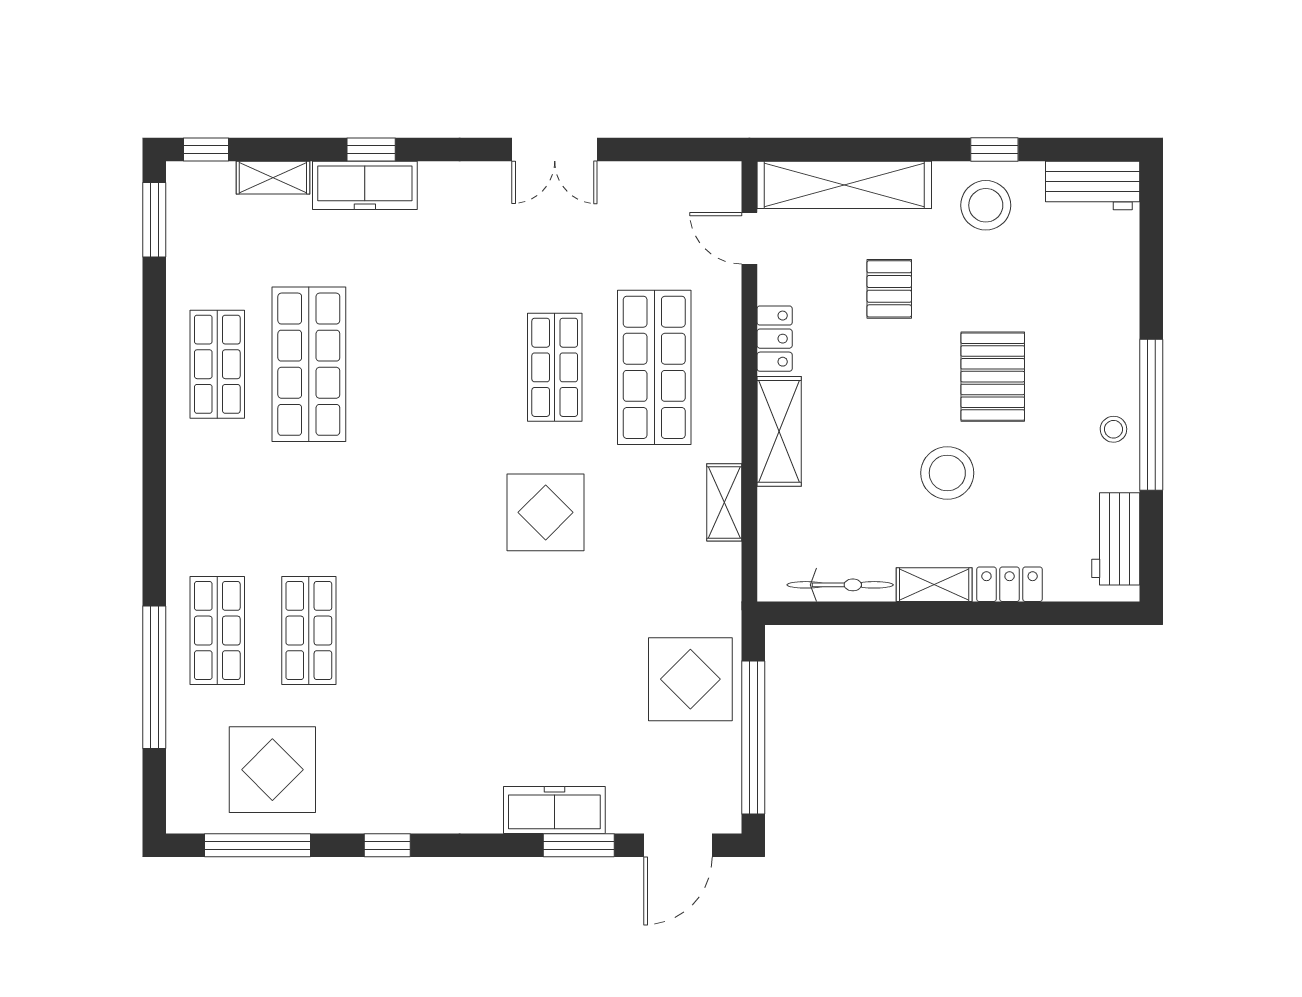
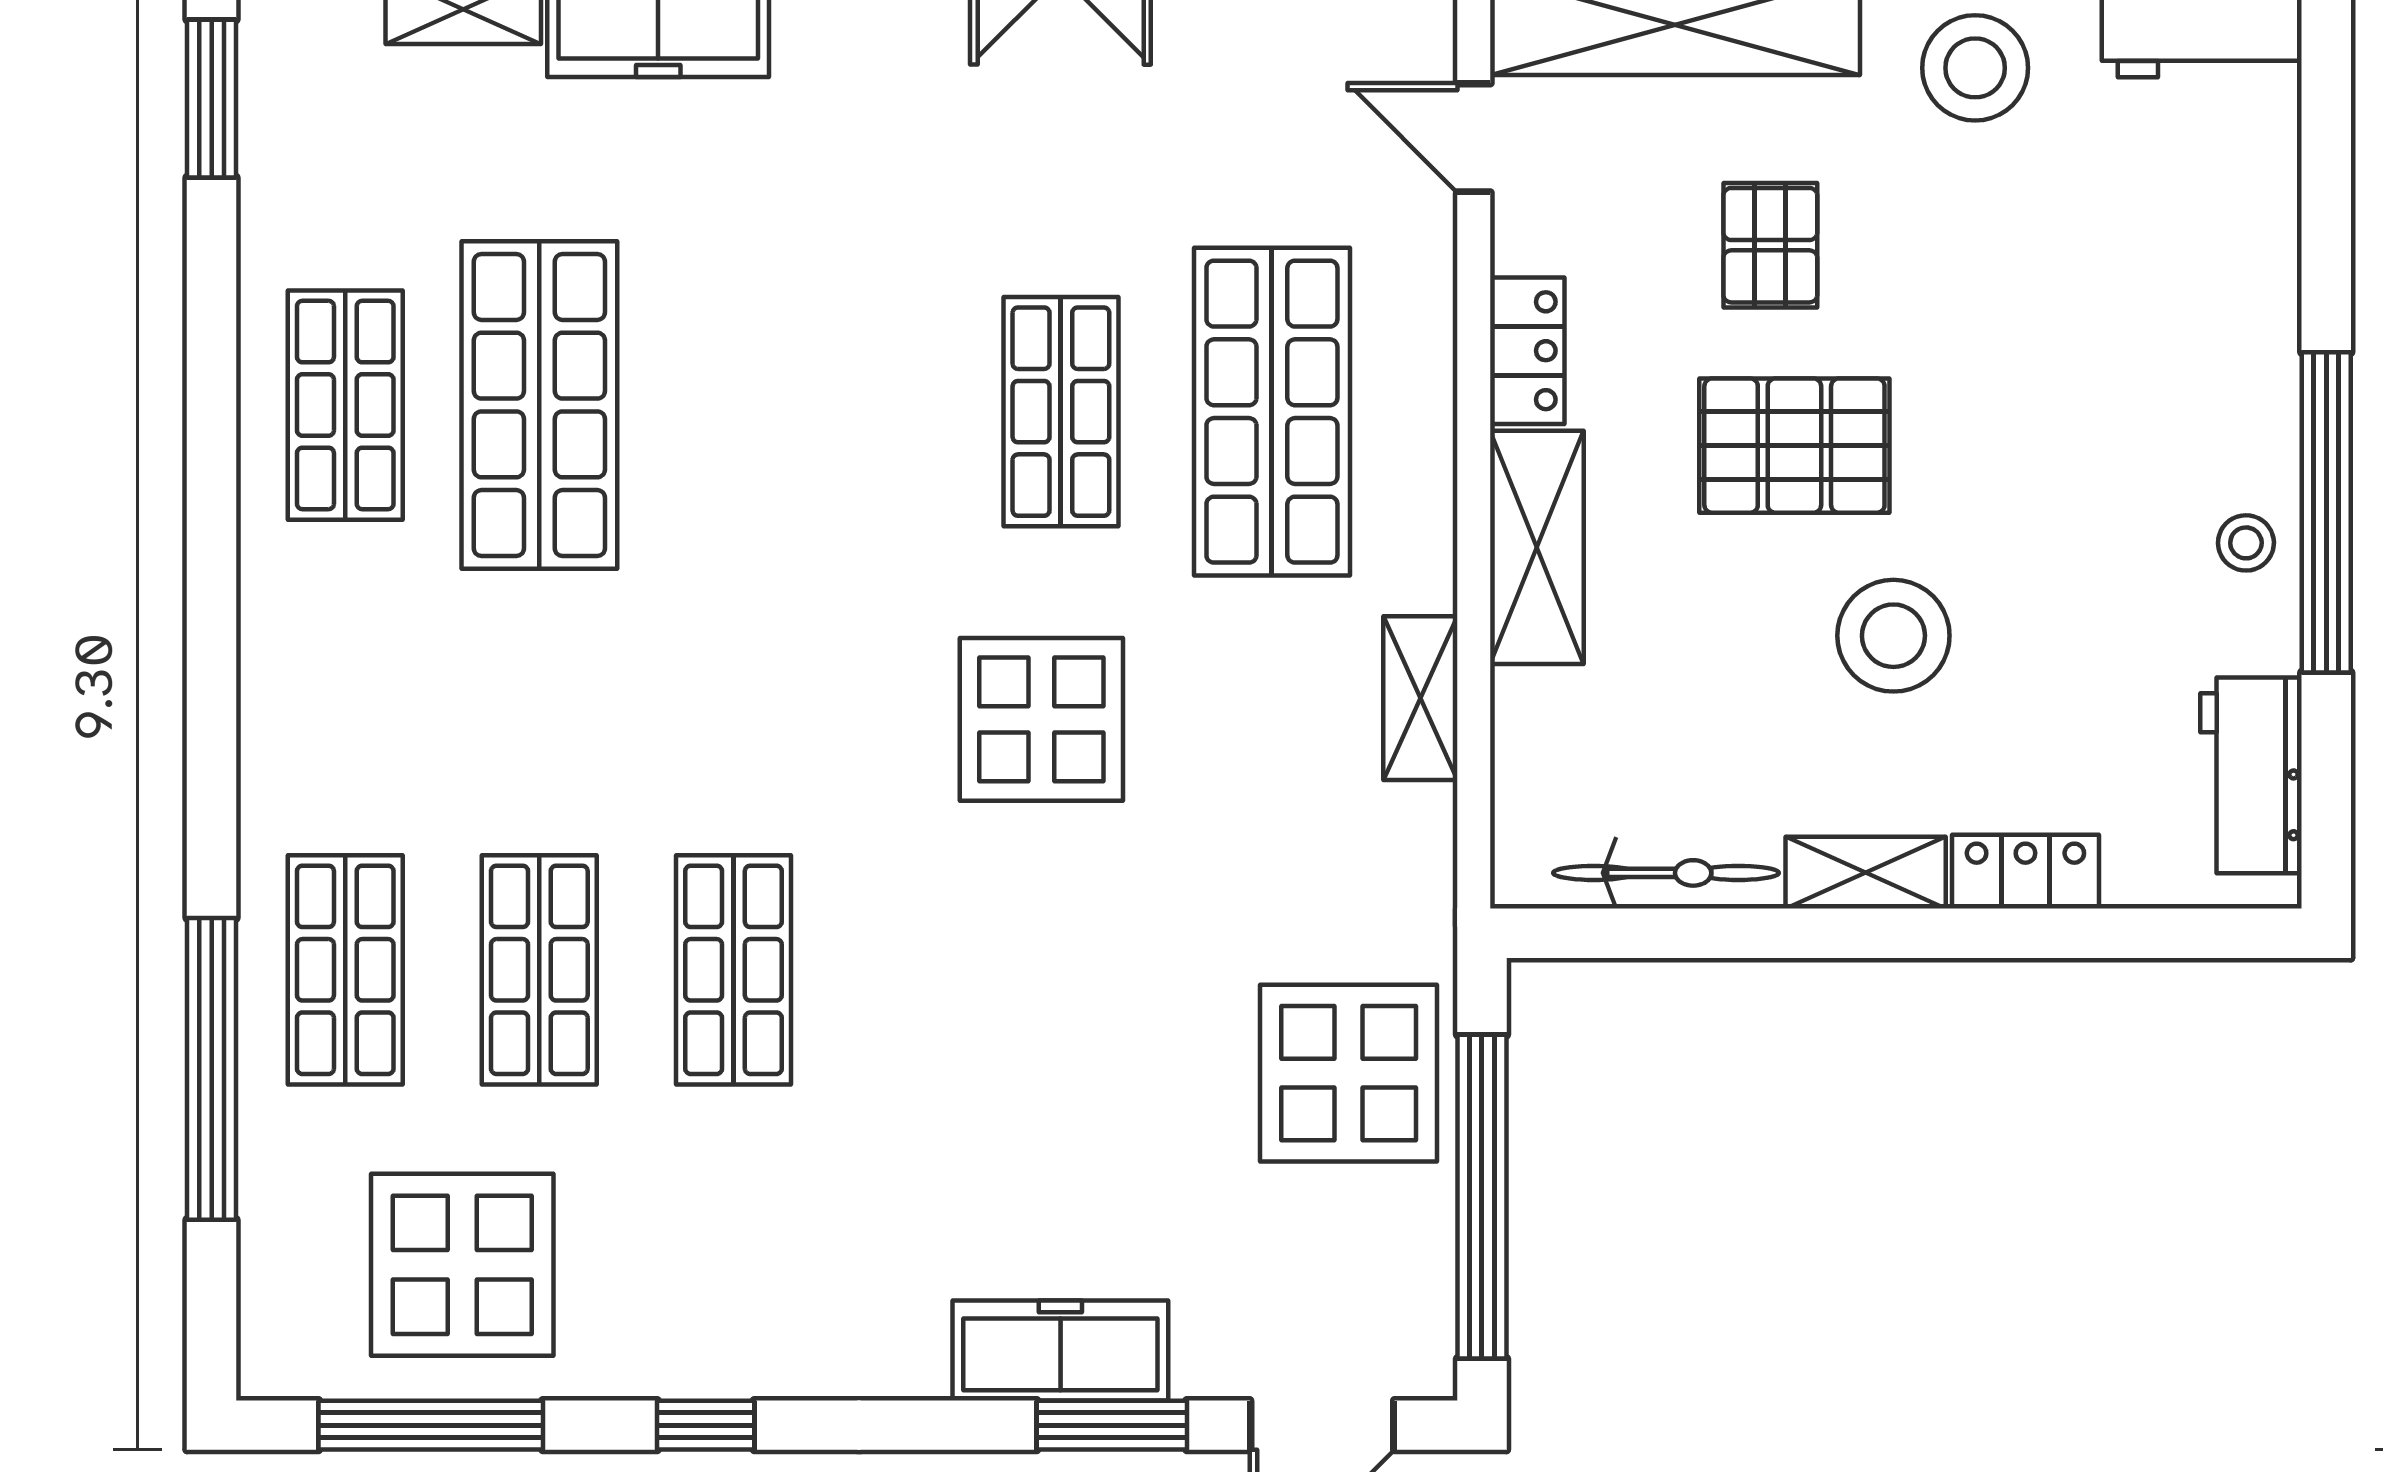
pallet: (993, 377) -> (1794, 446), moved, turned 90
shop shelf: (400, 631) -> (733, 970), added

